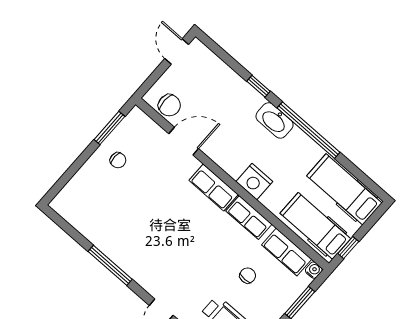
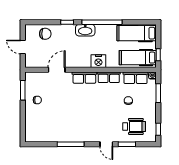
door: (177, 51) -> (23, 47), moved
chair: (169, 105) -> (45, 34), moved

